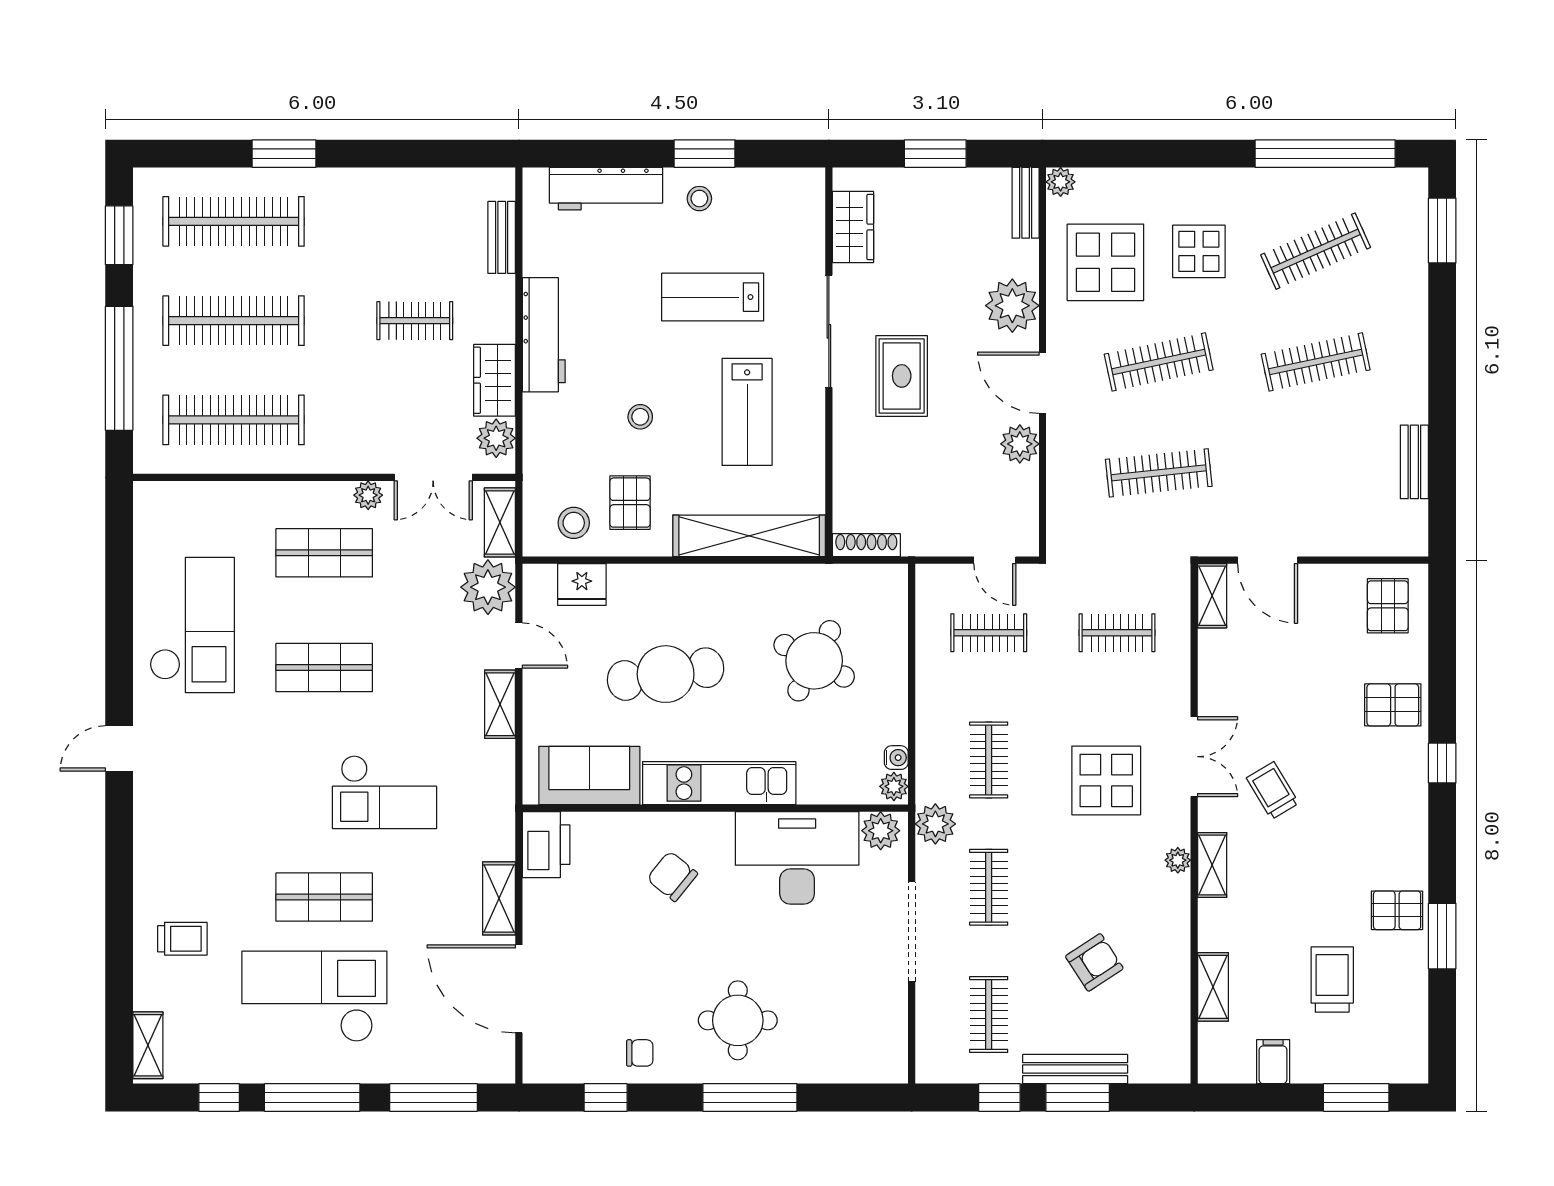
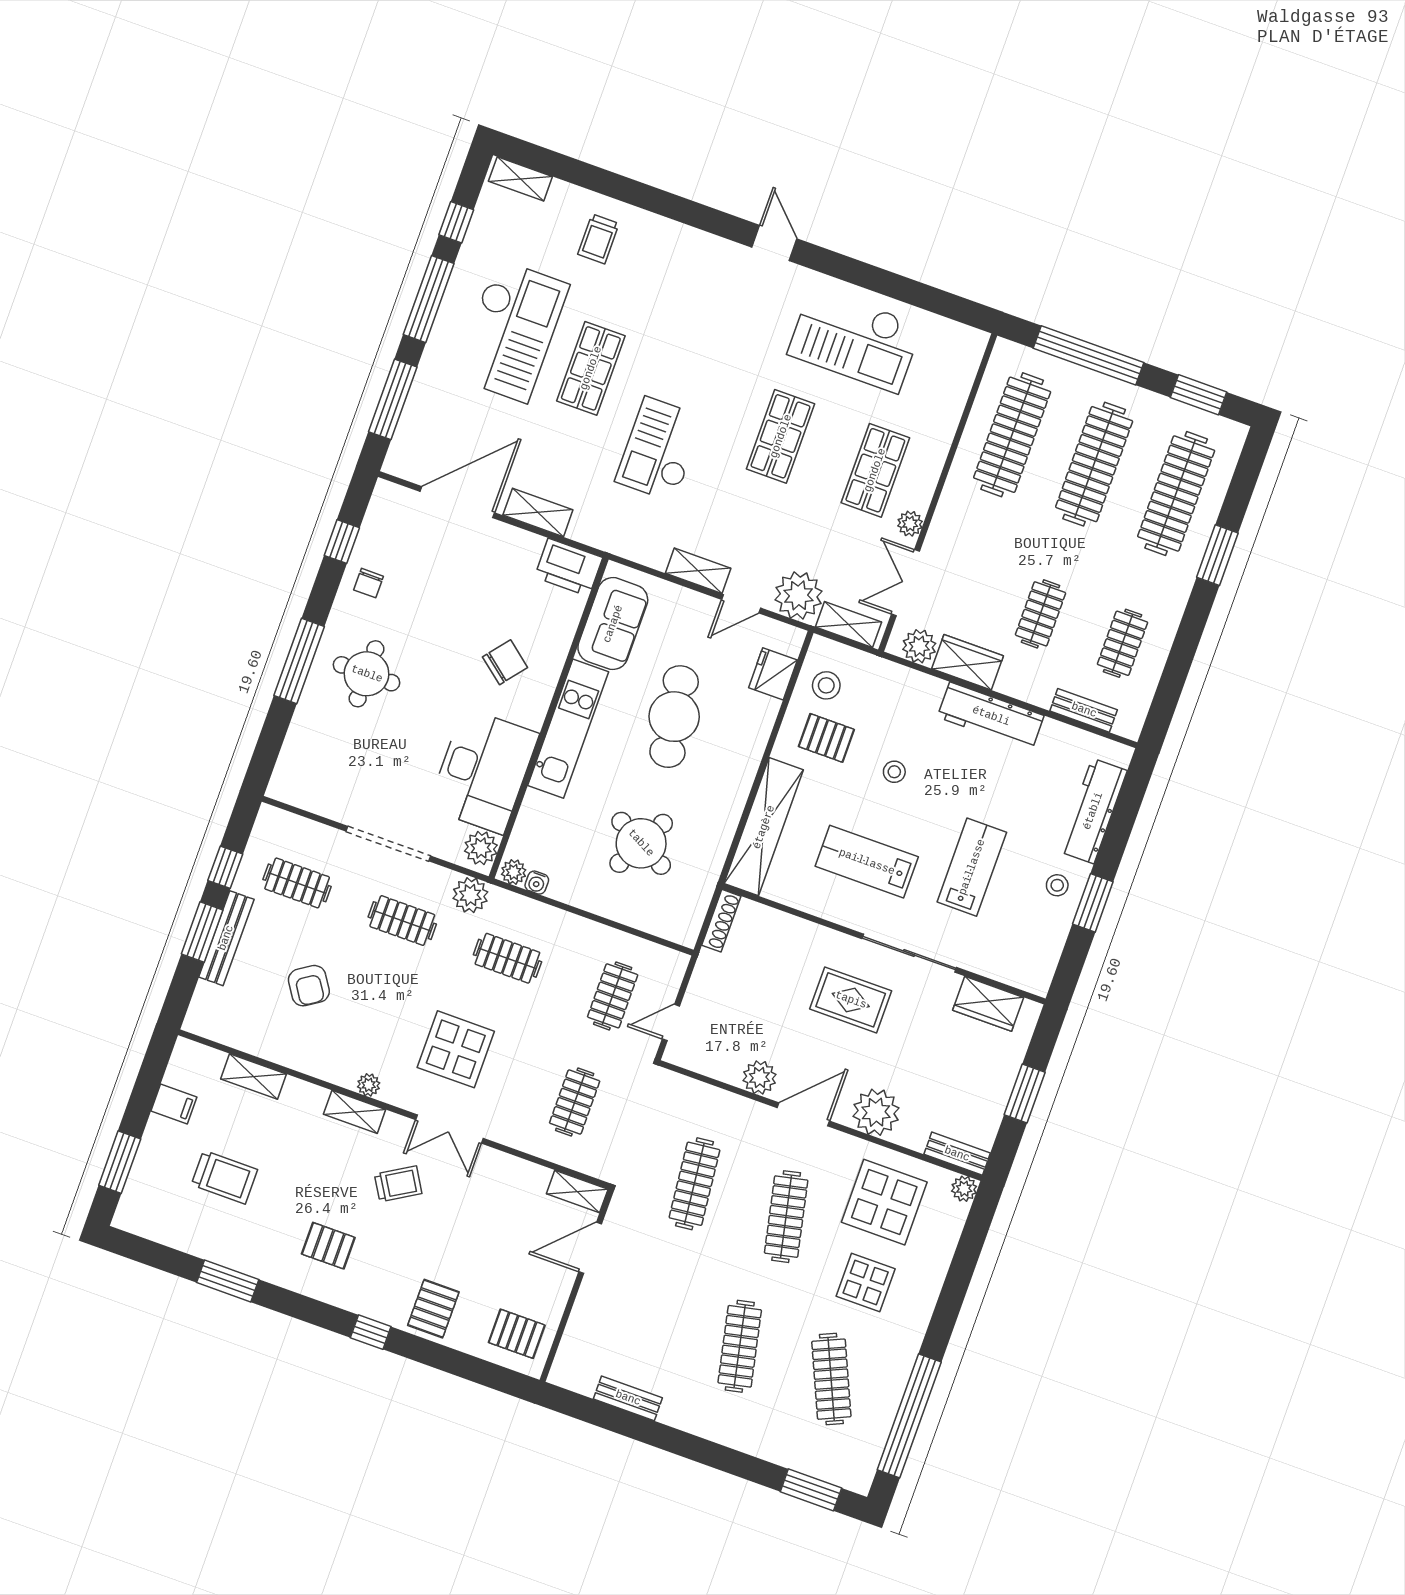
clothes rail: (415, 221) -> (1123, 643), added
pallet: (1397, 910) -> (328, 1246), moved, turned 90

